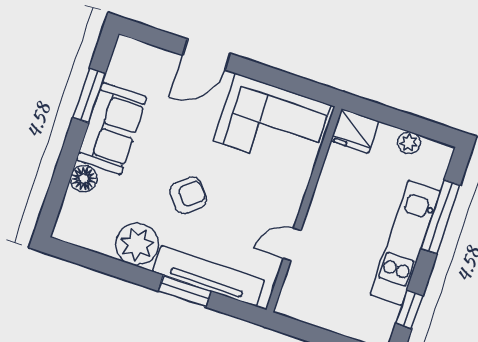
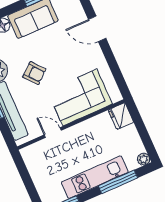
corner sofa: (272, 123) -> (80, 97), moved, turned 90
plant: (409, 143) -> (144, 159), moved

